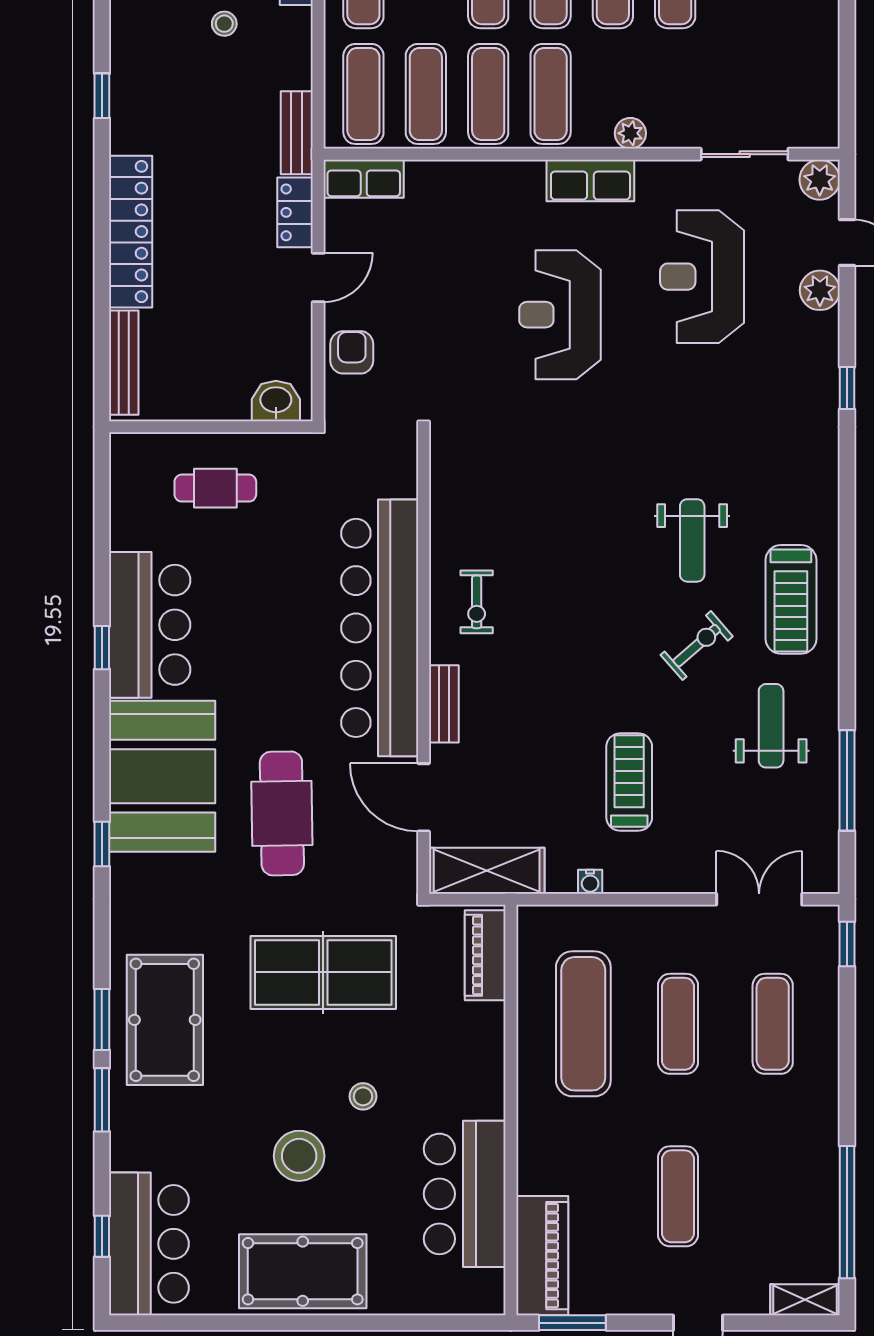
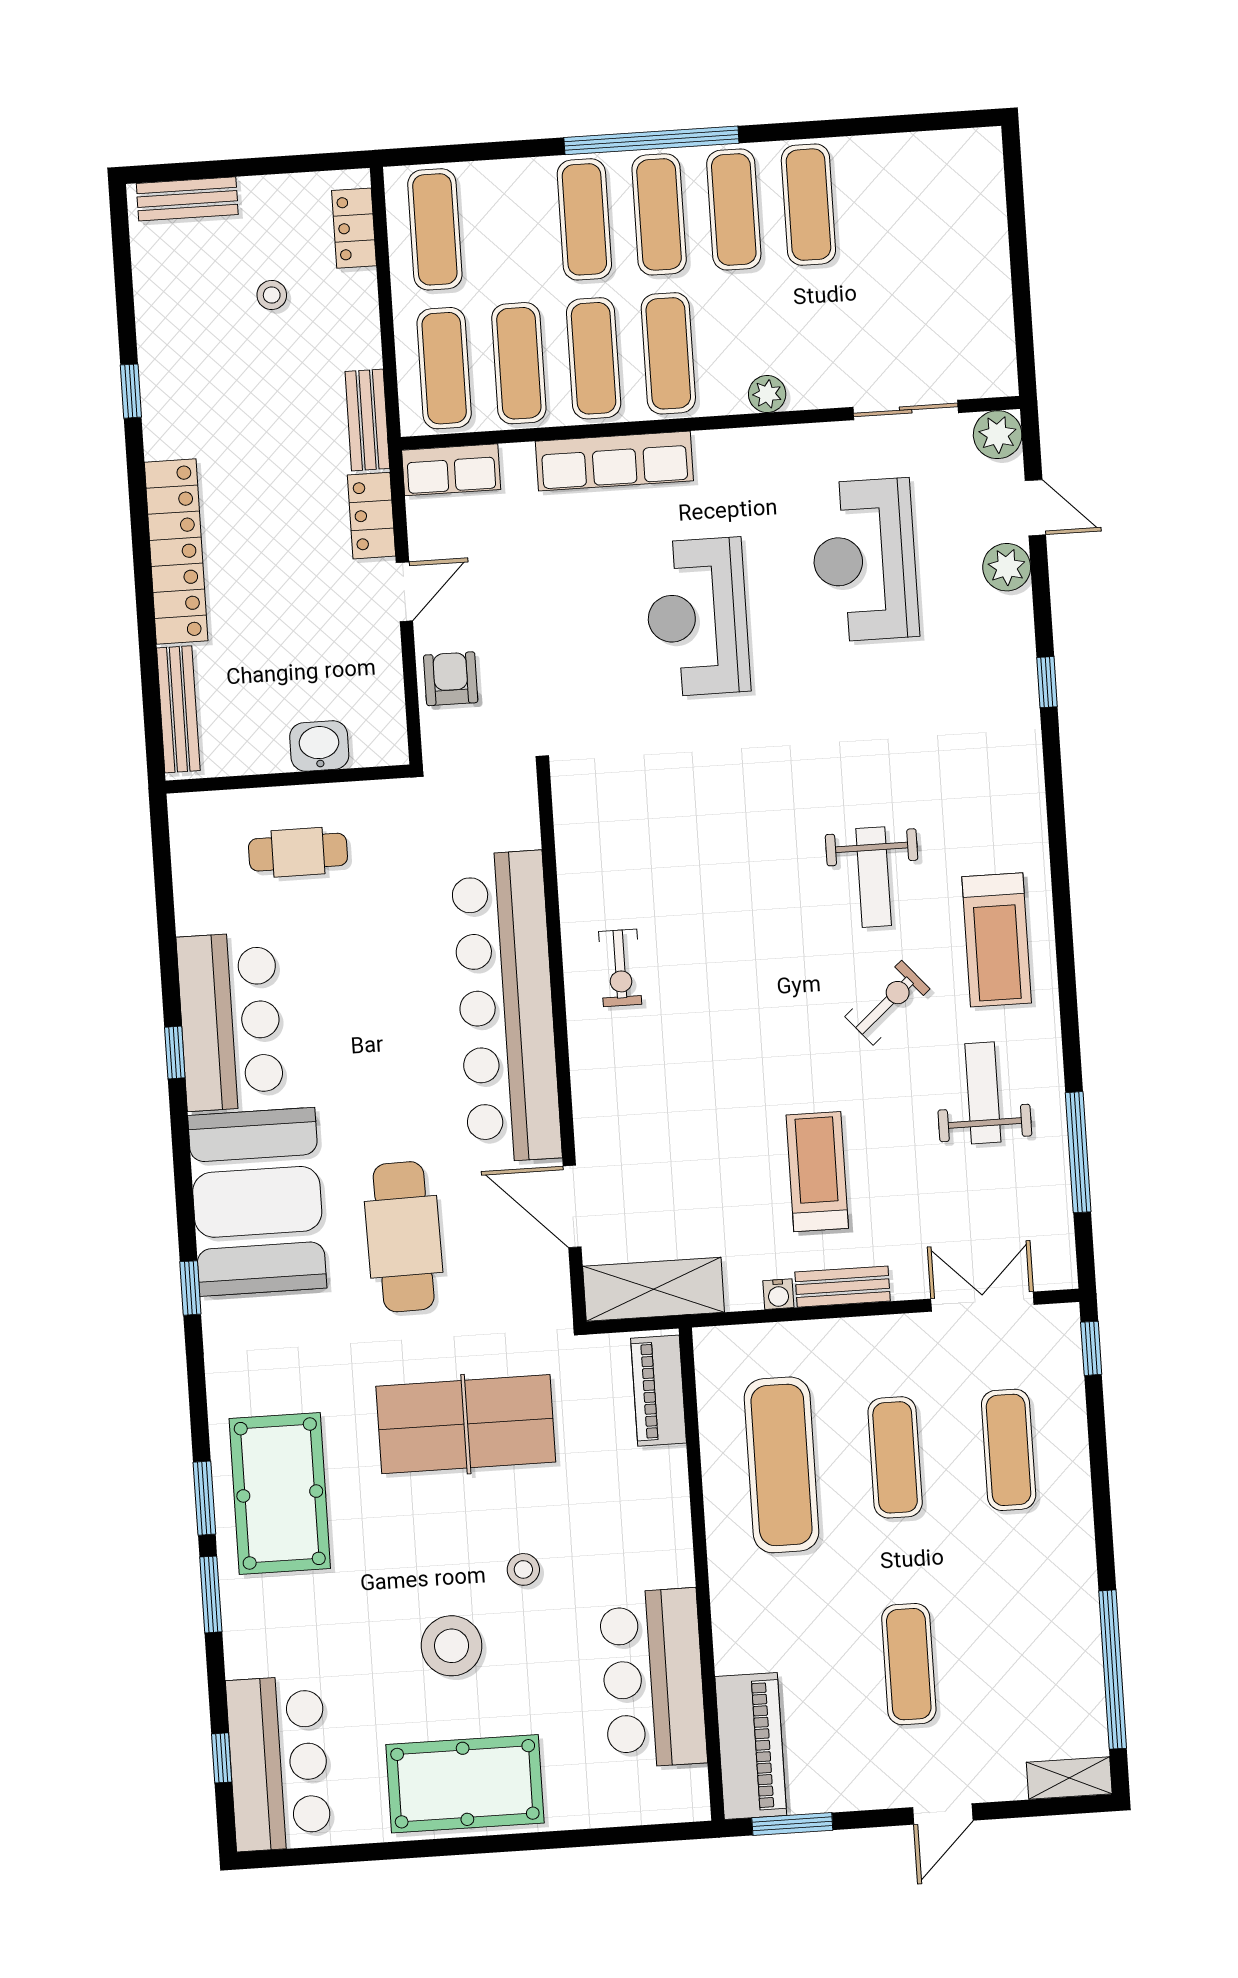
row of seats: (590, 181) -> (614, 461), moved, width x1.48
washbasin: (276, 401) -> (319, 746), moved
bench: (444, 704) -> (843, 1287), moved, turned 90

